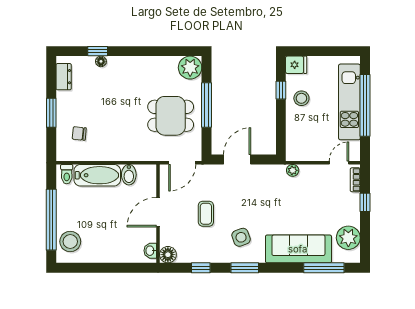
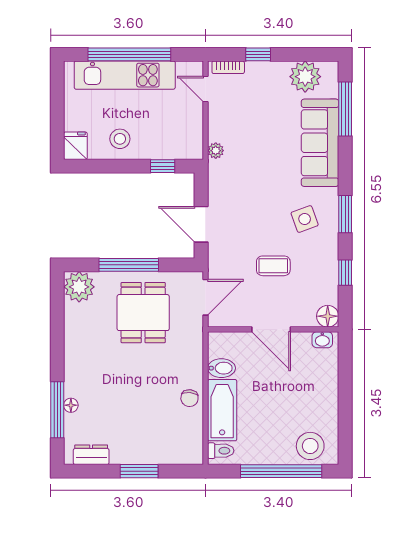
window: (98, 51) -> (57, 410), width x2.17
window: (281, 90) -> (163, 166), moved
chair: (79, 134) -> (189, 398), moved
door: (182, 163) -> (205, 297), hinge flipped

